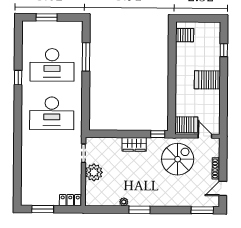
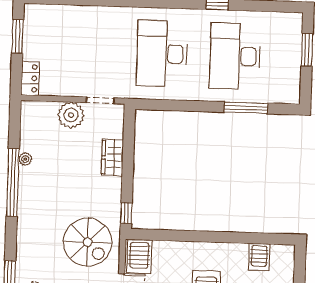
server rack: (185, 35) -> (259, 257), moved
wardrobe: (134, 144) -> (112, 158), moved
window: (140, 210) -> (13, 183), width x2.11

